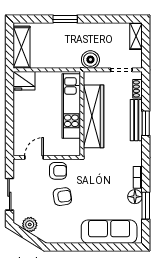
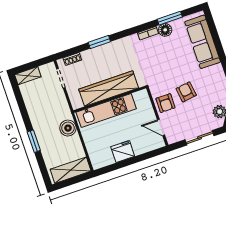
boiler: (90, 60) -> (68, 128), moved
fridge: (24, 81) -> (123, 152), moved, turned -90
bench: (136, 120) -> (99, 51), removed
armchair: (58, 171) -> (165, 103), turned 180

